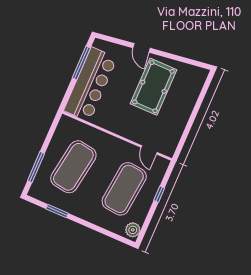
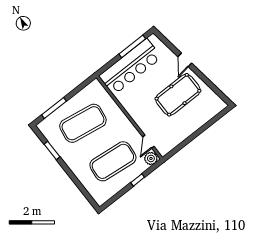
plant: (133, 230) -> (151, 158), moved

